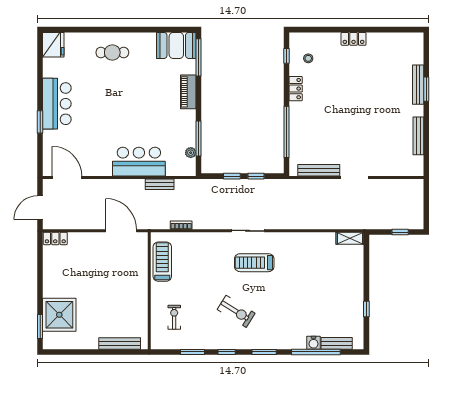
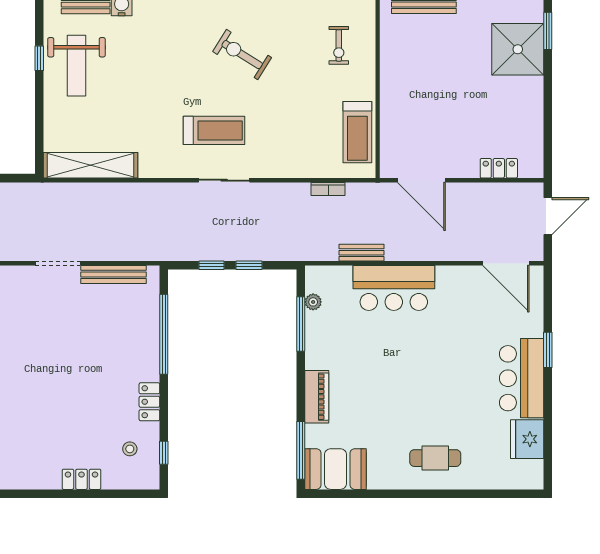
locker: (354, 39) -> (81, 479), moved
fridge: (53, 45) -> (527, 439), moved
locker: (55, 238) -> (499, 168), moved
shelving: (350, 238) -> (90, 165), width x2.20, depth x1.33
weight bench: (342, 304) -> (76, 66), added

